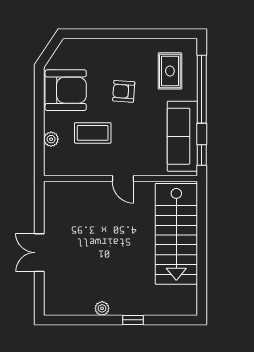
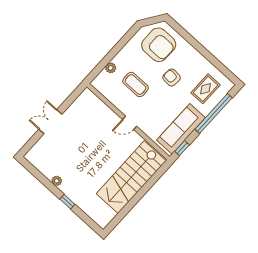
armchair: (66, 90) -> (159, 45), moved
door: (123, 179) -> (130, 123), hinge flipped

